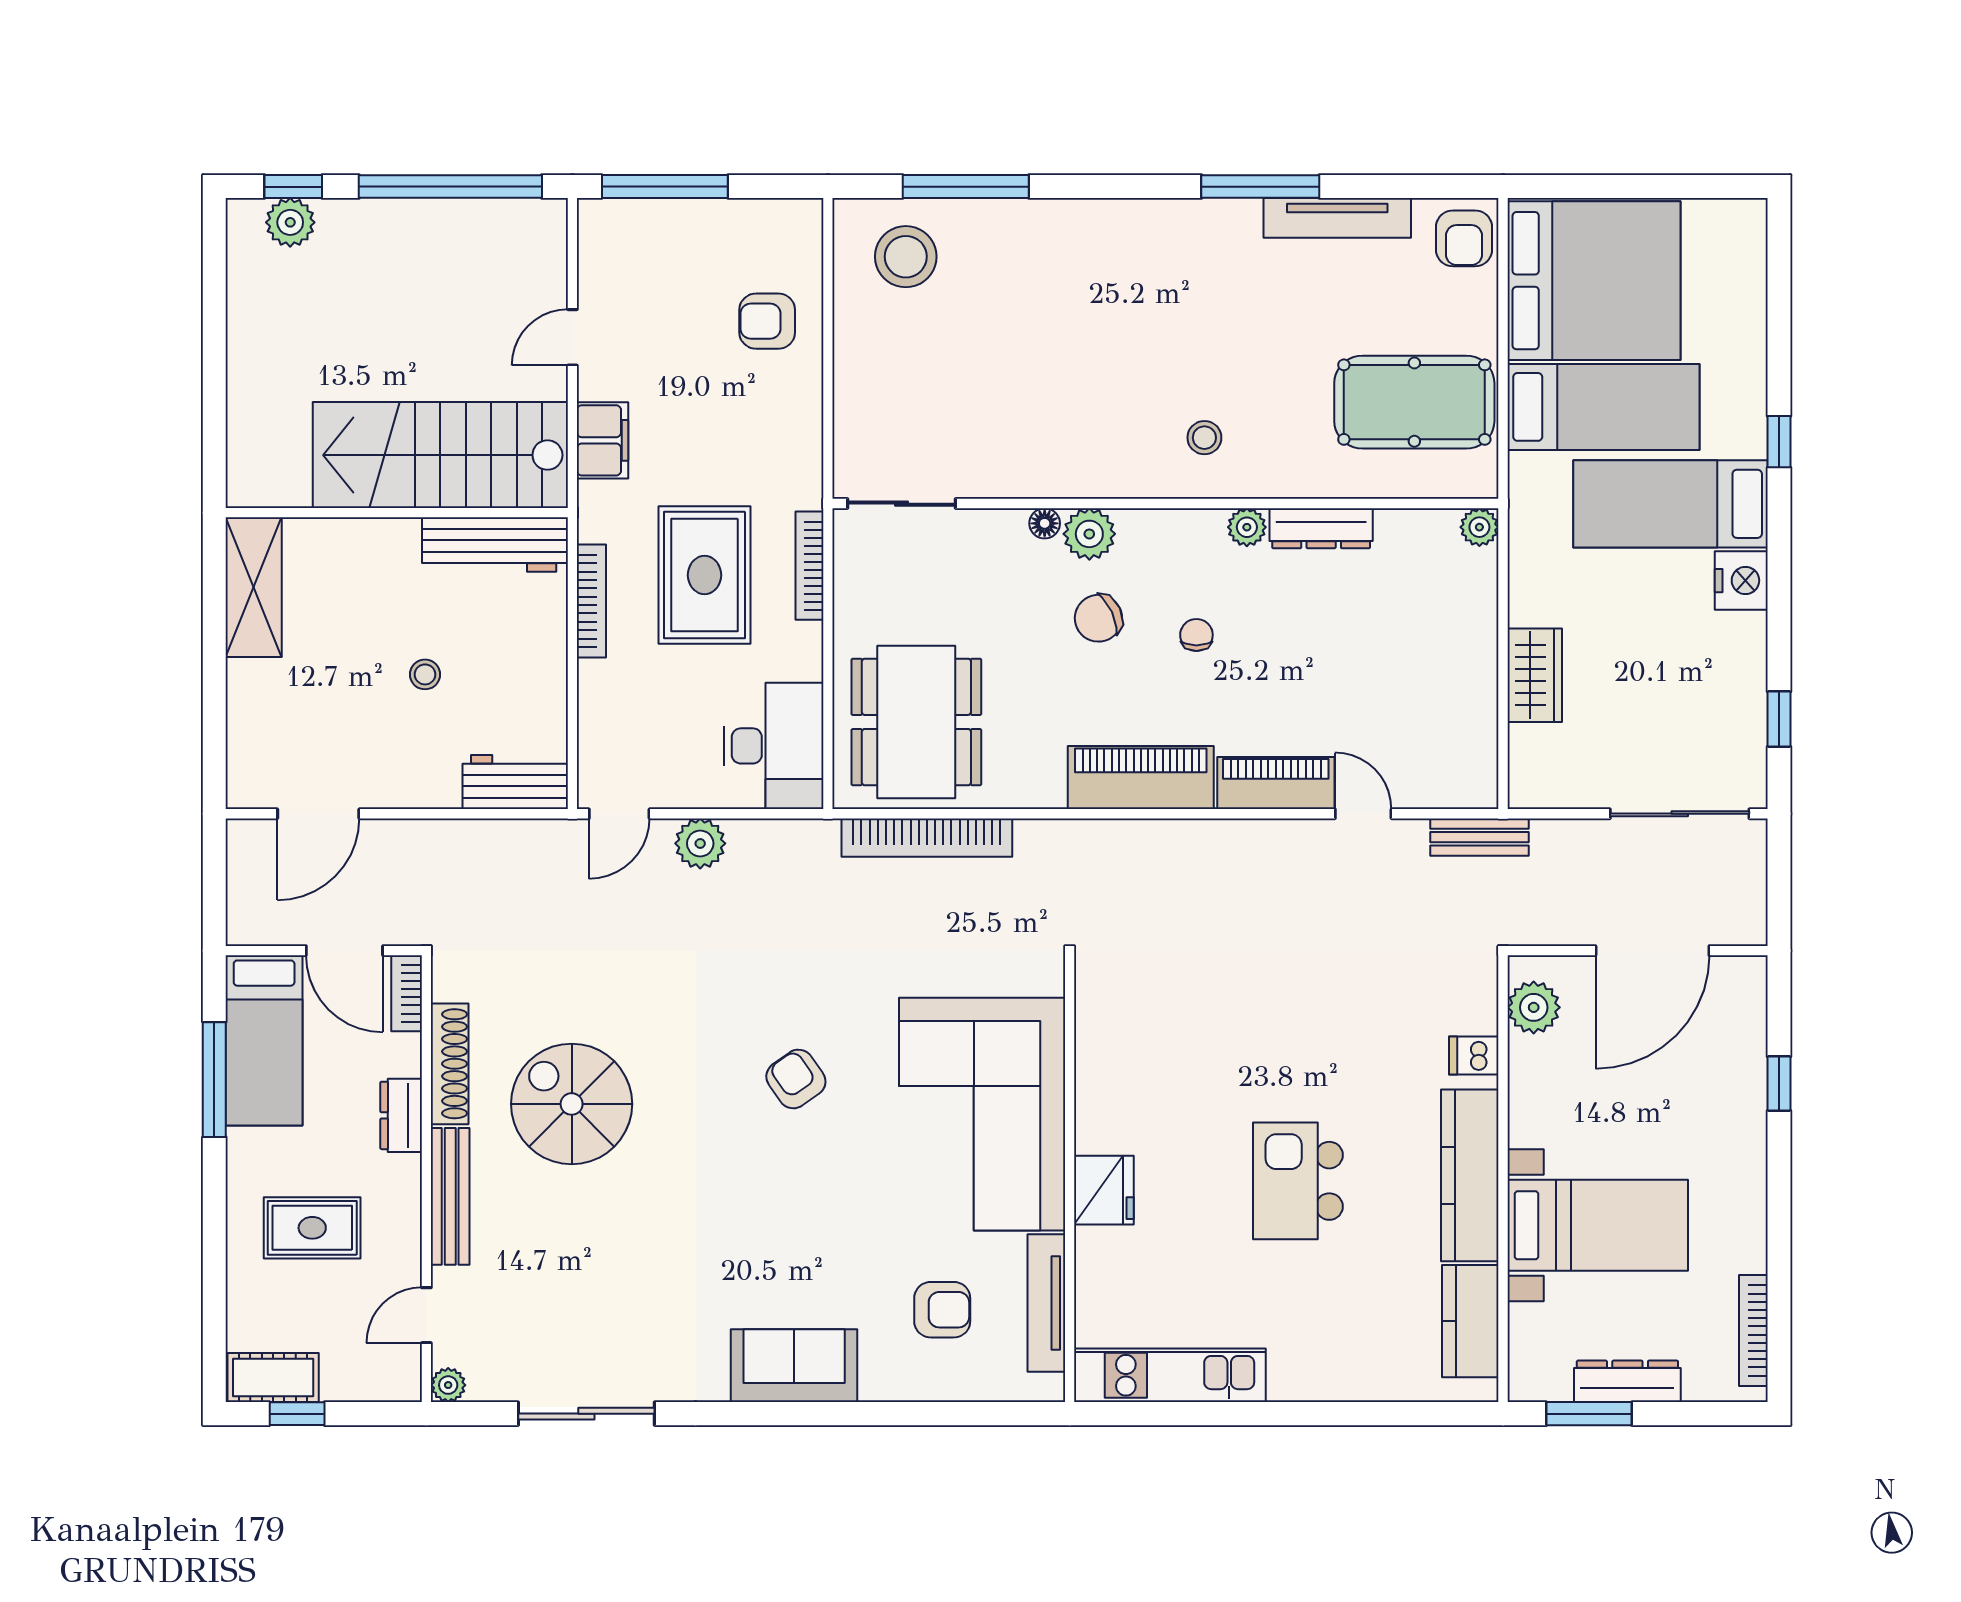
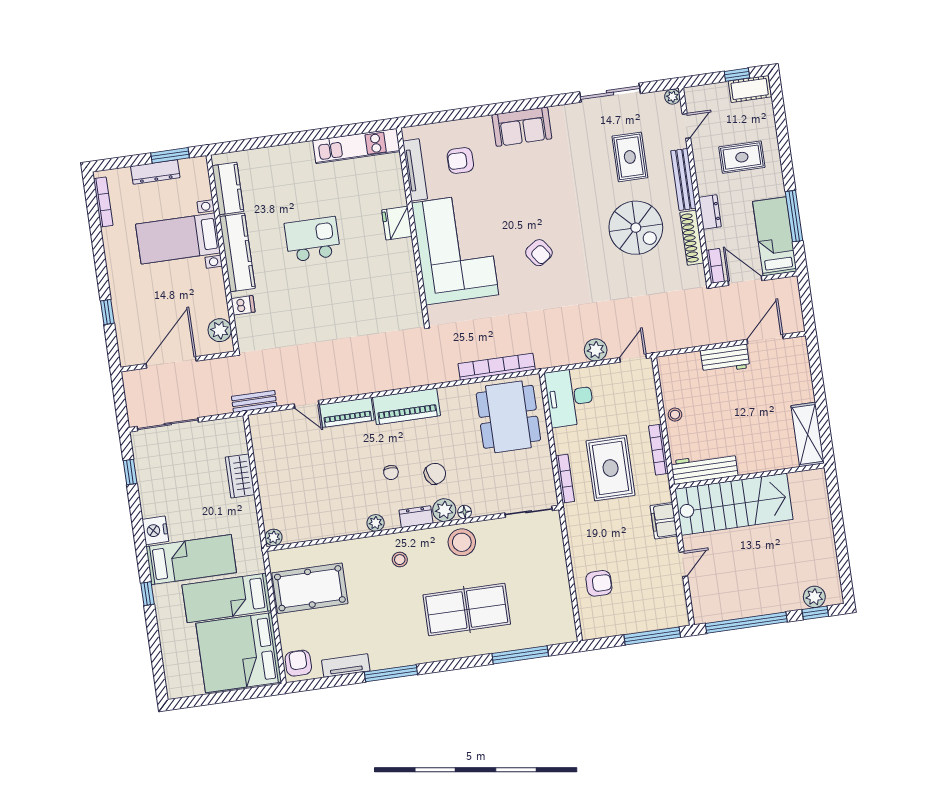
tv unit: (1337, 218) -> (346, 666), width x0.71
stool: (906, 257) -> (462, 542), moved
table tennis table: (1071, 305) -> (467, 610), added
dresser: (1321, 528) -> (416, 517), moved, width x0.70
stool: (425, 674) -> (675, 415), moved
workbench: (515, 782) -> (725, 359), moved
kitchen island: (1298, 1181) -> (312, 239), turned -90
rug: (562, 1264) -> (630, 157), added

